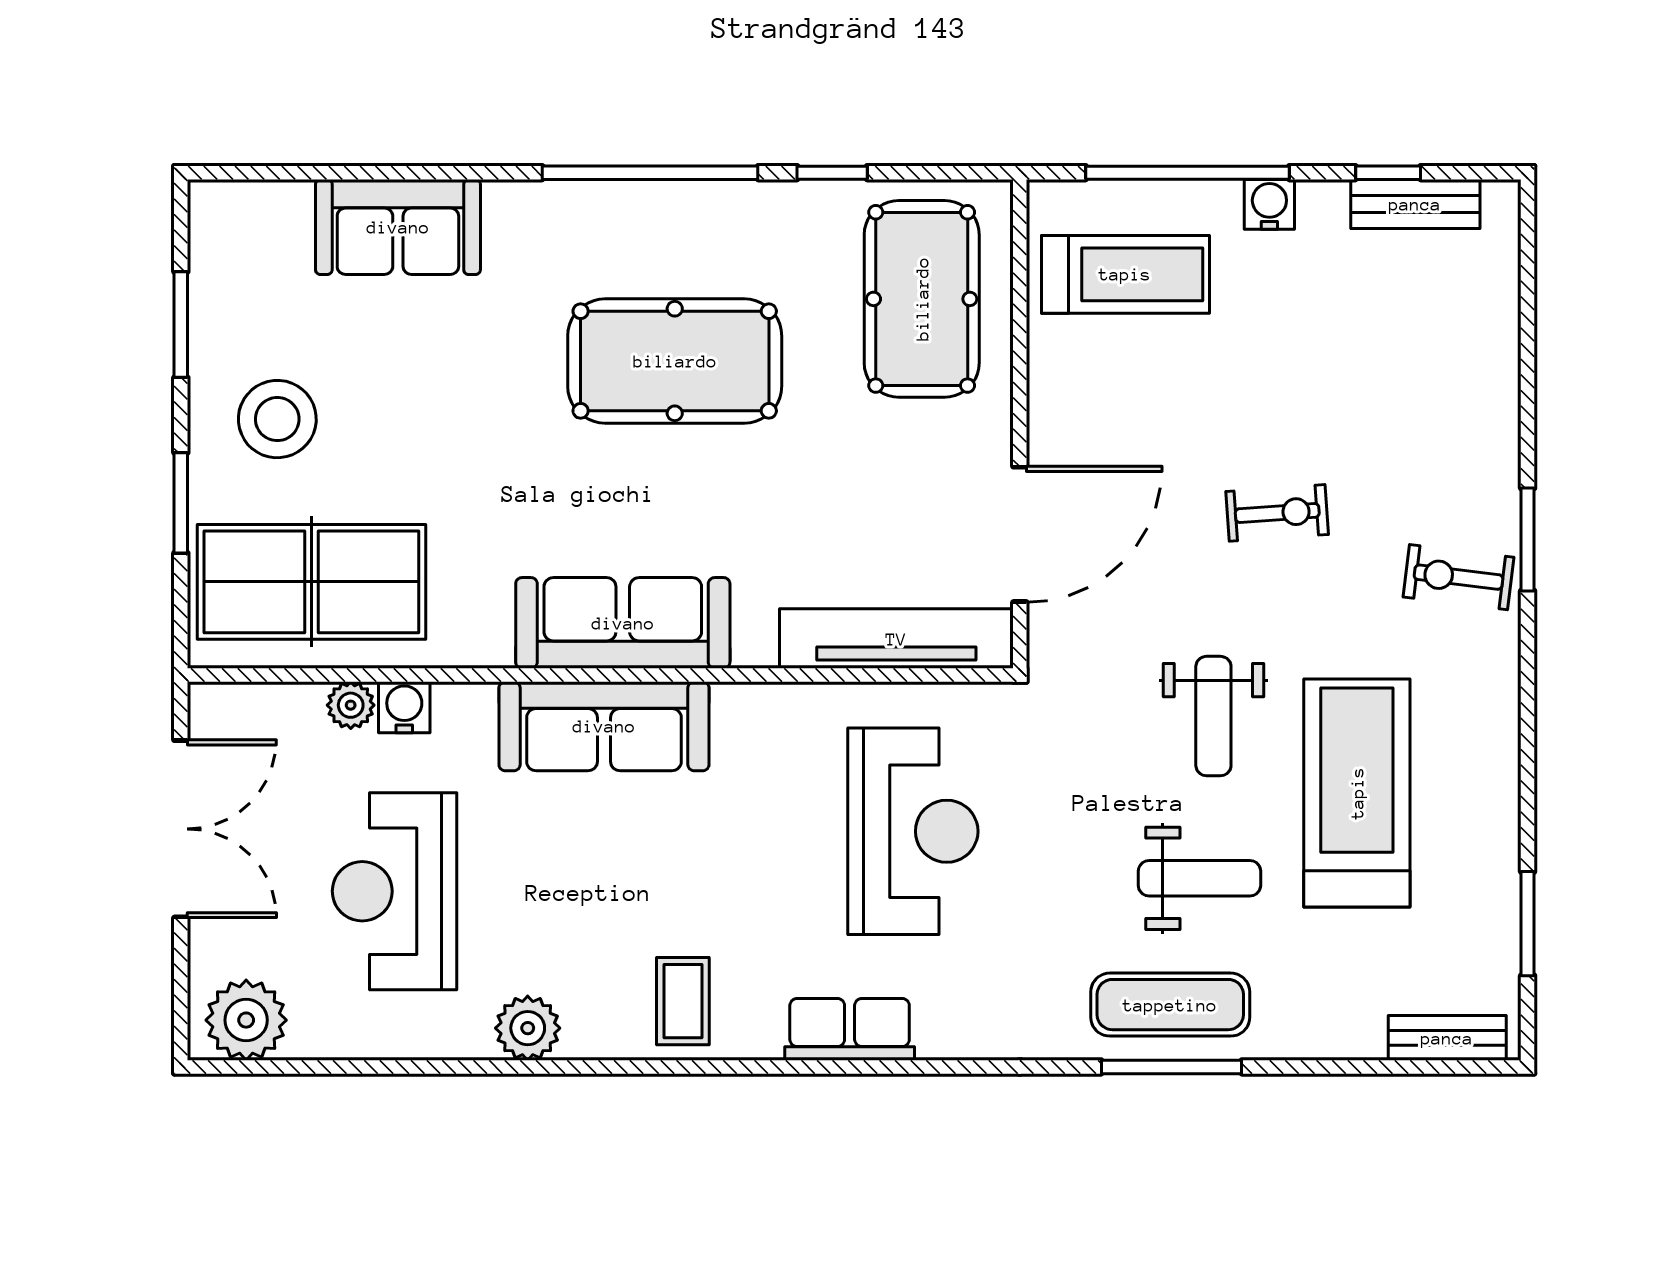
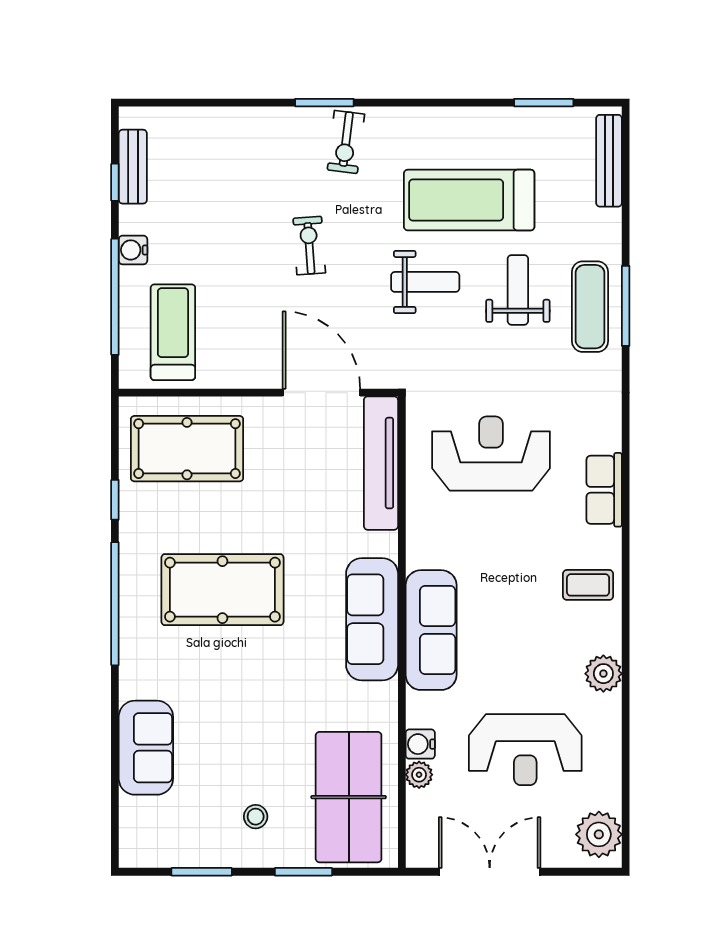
pool table: (675, 361) -> (222, 590), turned 90
stool: (277, 419) -> (256, 817), width x0.53, depth x0.53
bench: (1447, 1038) -> (609, 161), width x1.36

